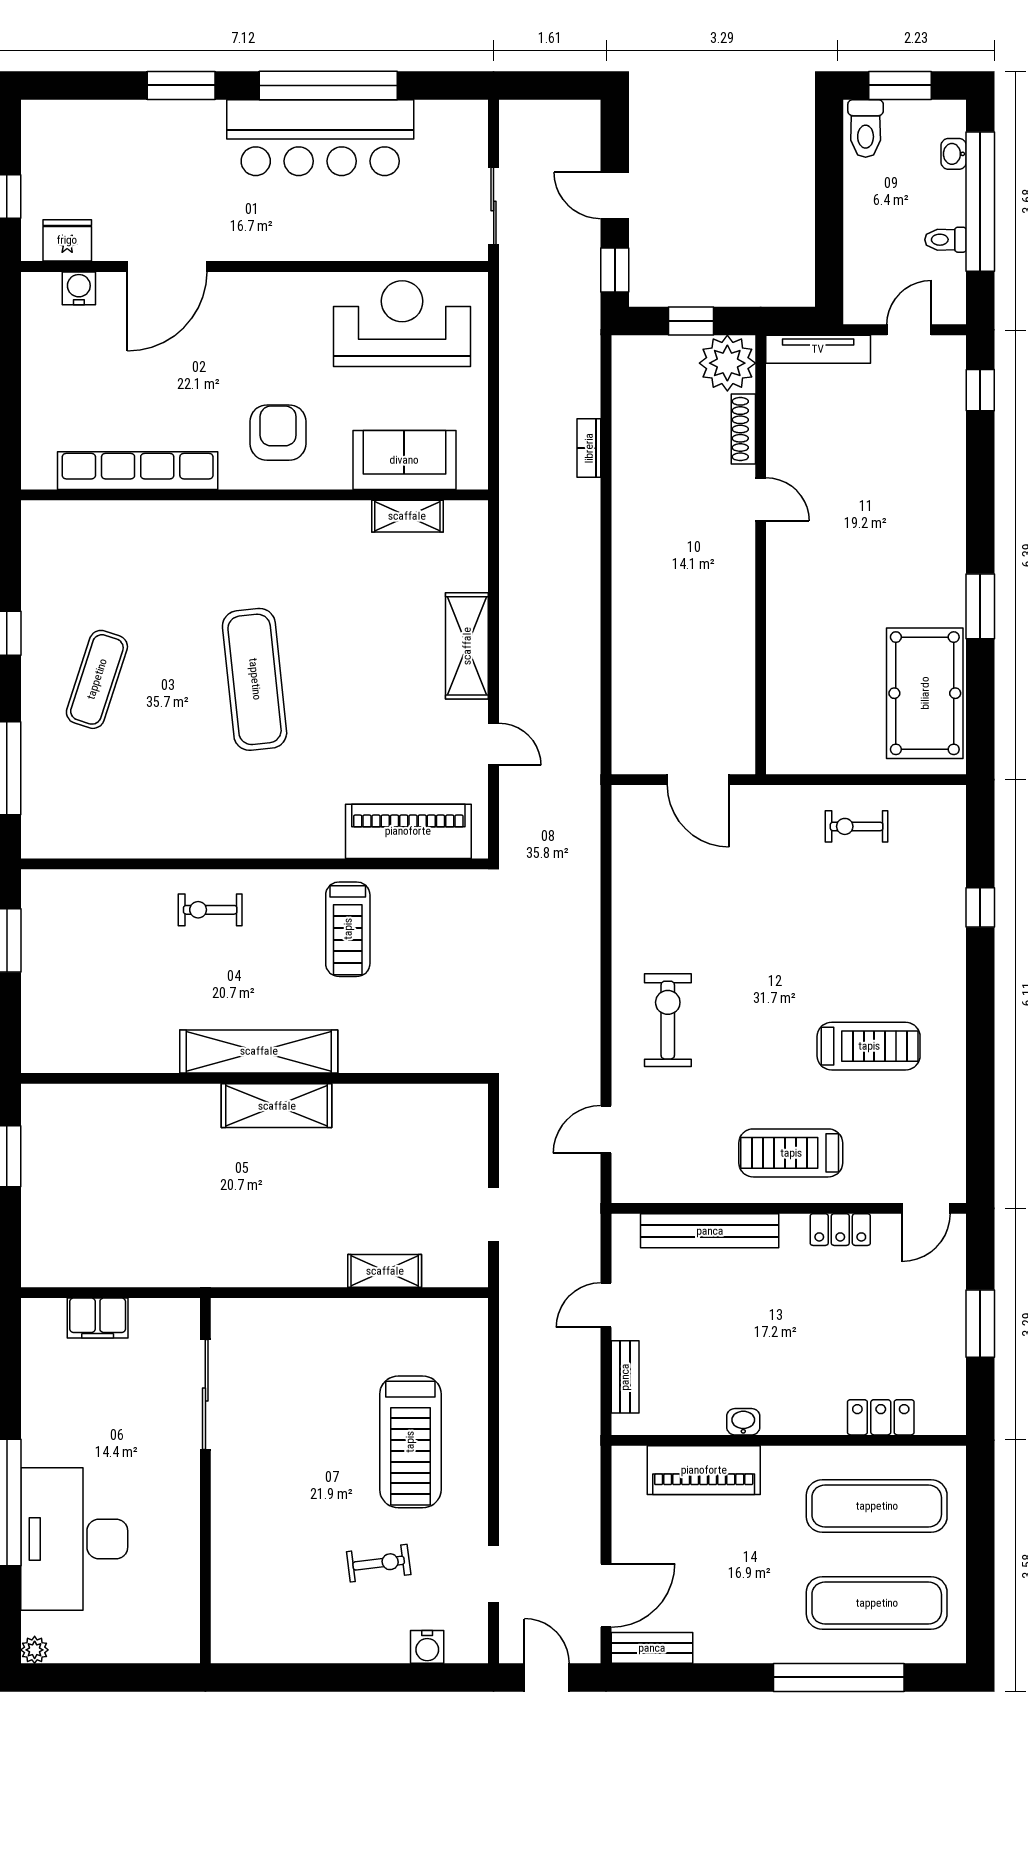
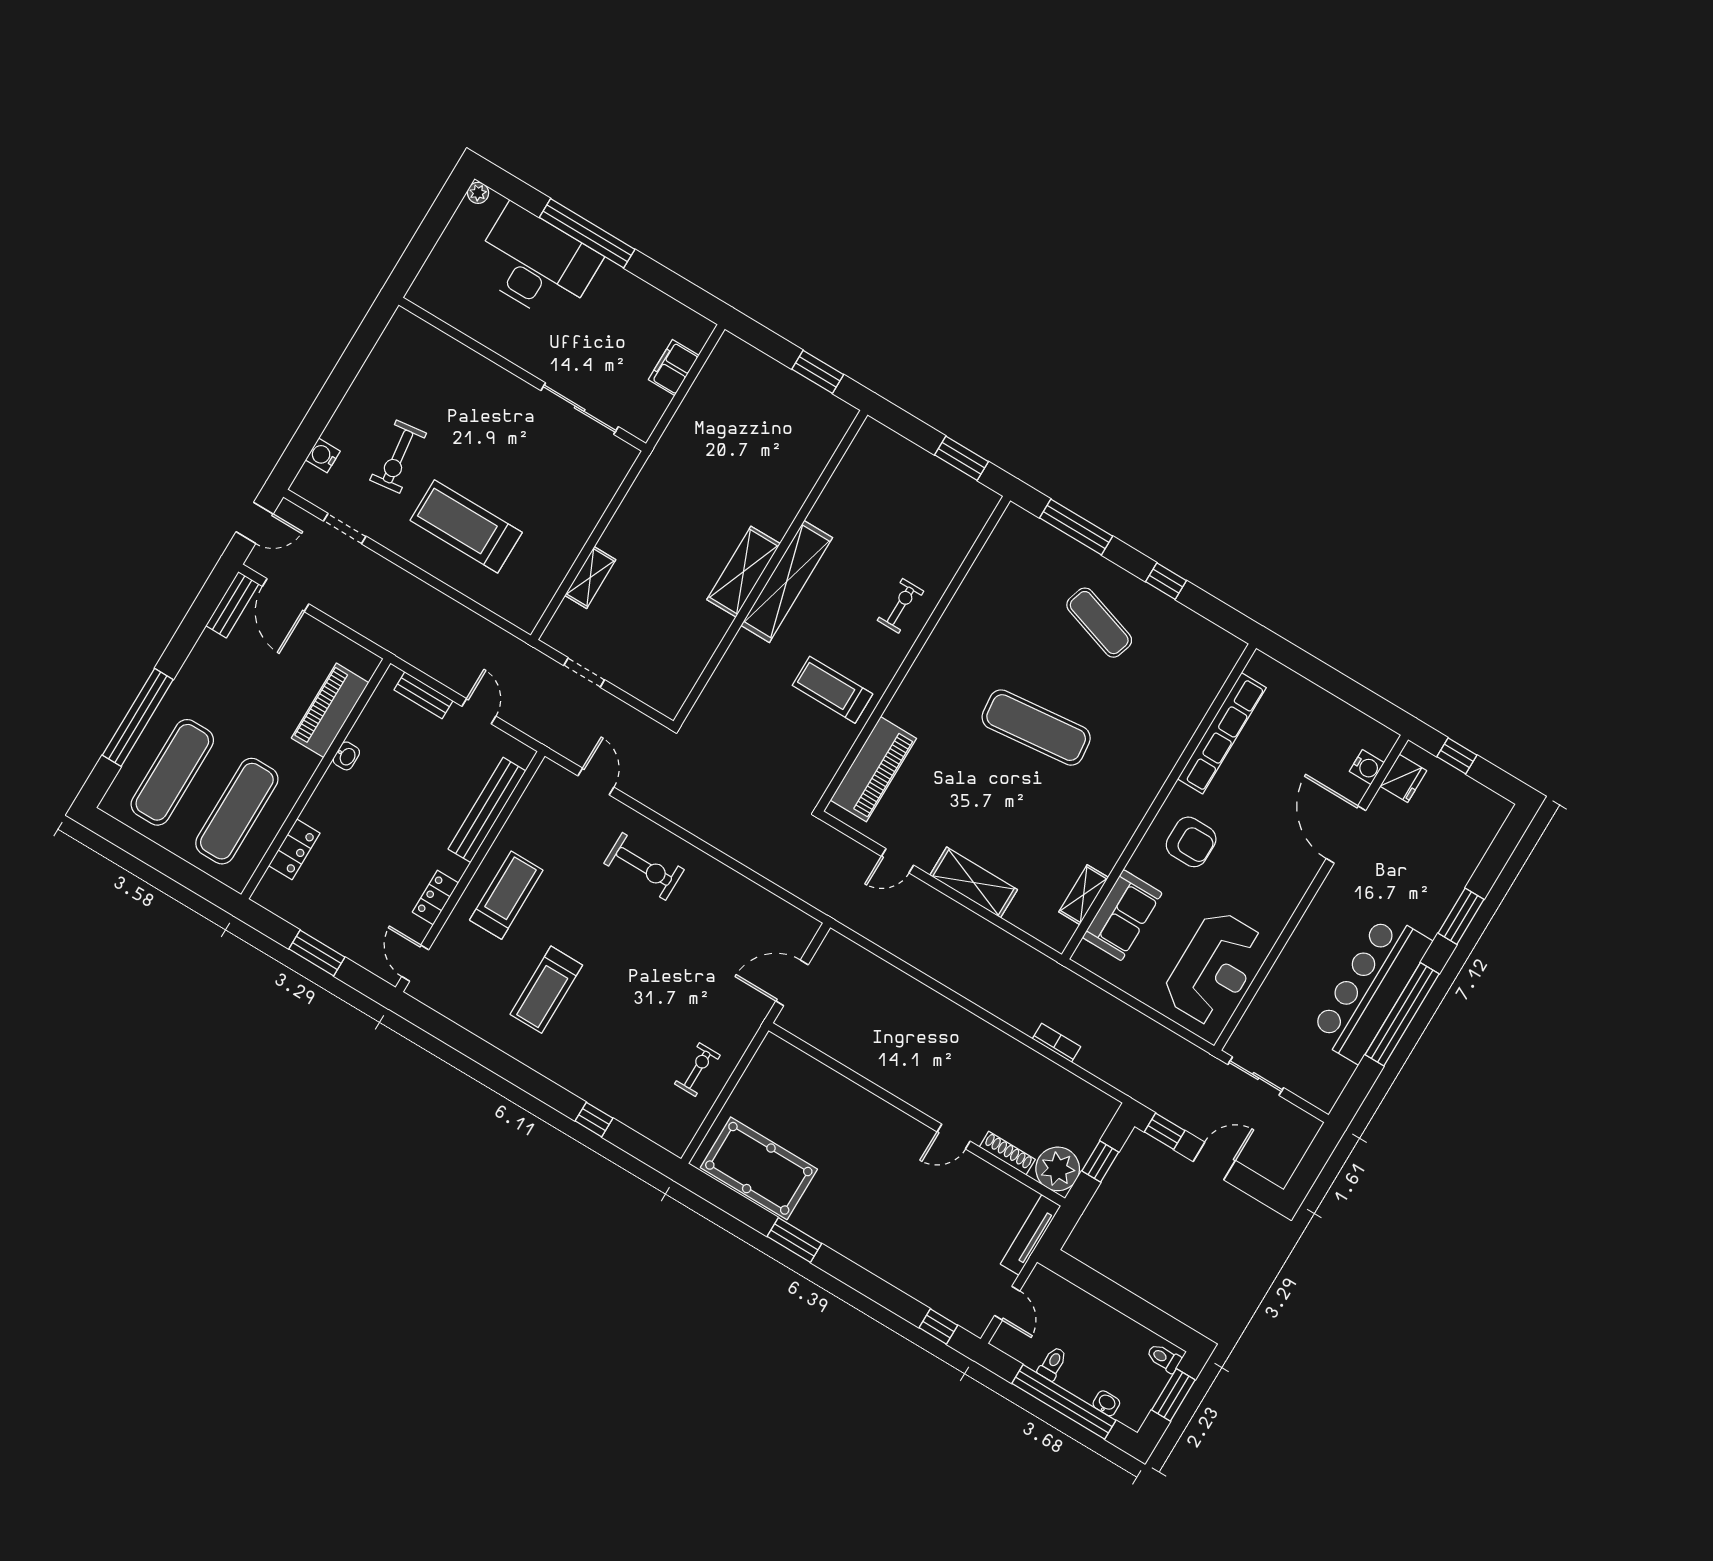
toilet: (866, 129) -> (1164, 1358), width x0.73, depth x0.72
exercise bike: (379, 1563) -> (398, 457), width x1.38, depth x1.39

